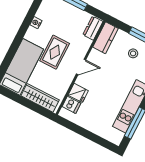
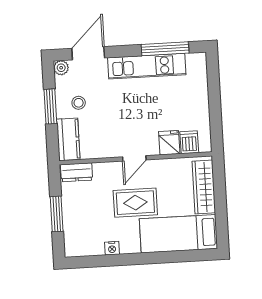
kitchen counter: (106, 38) -> (68, 139), moved, turned 90
door: (81, 67) -> (134, 158), swing flipped

